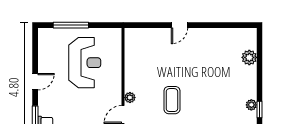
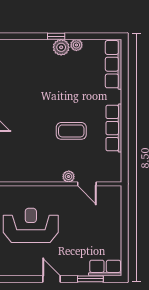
plant: (249, 57) -> (61, 47), moved
window: (260, 110) -> (56, 36), moved

